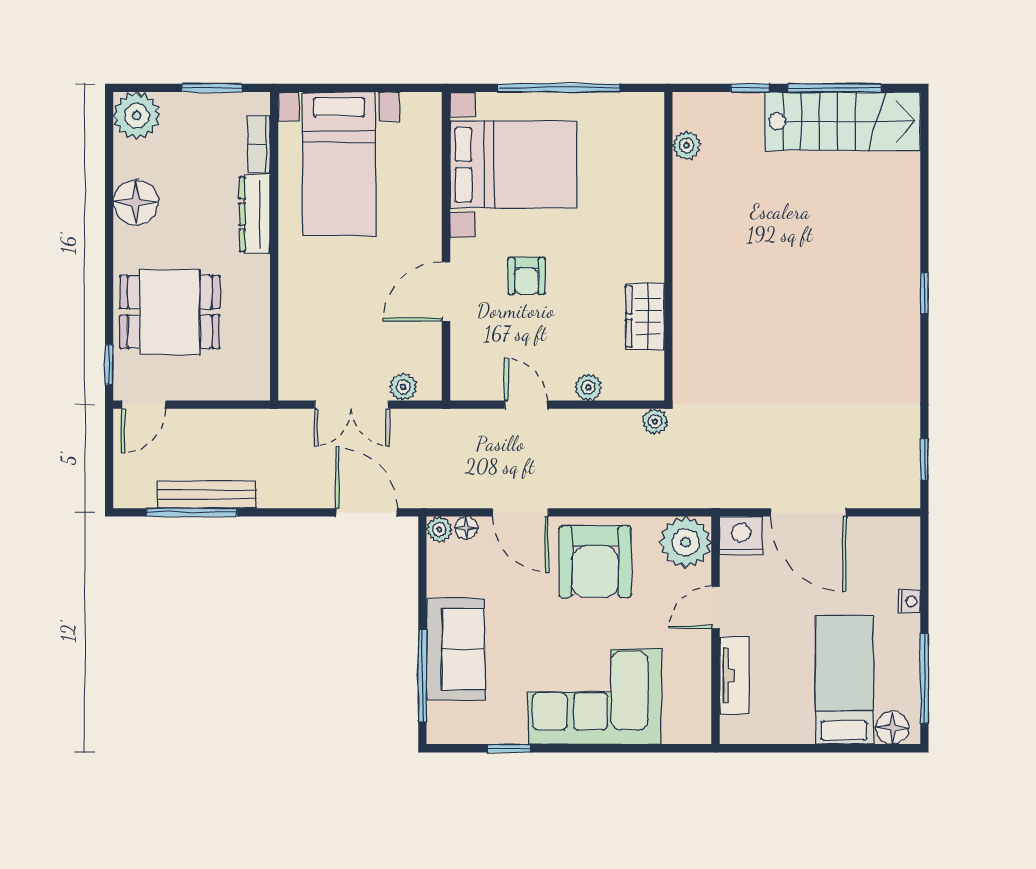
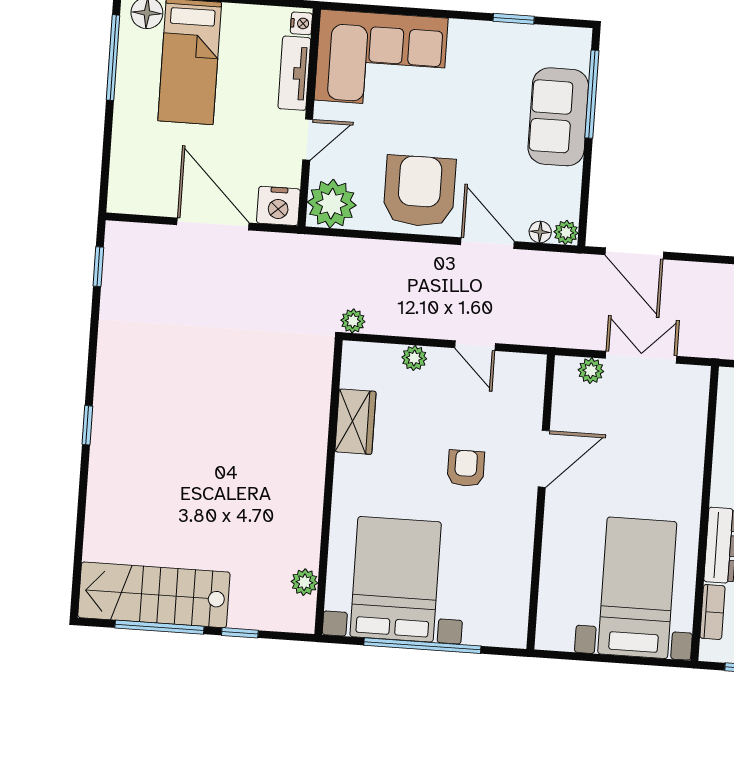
bed with nightstands: (513, 165) -> (396, 579), moved, turned 90
nightstand: (909, 601) -> (301, 23), moved, turned 180
corner sofa: (595, 697) -> (381, 59), moved

